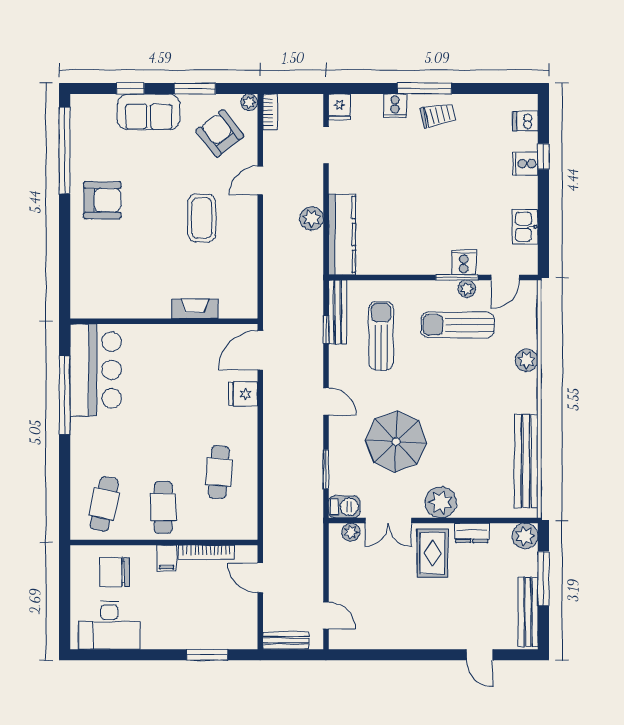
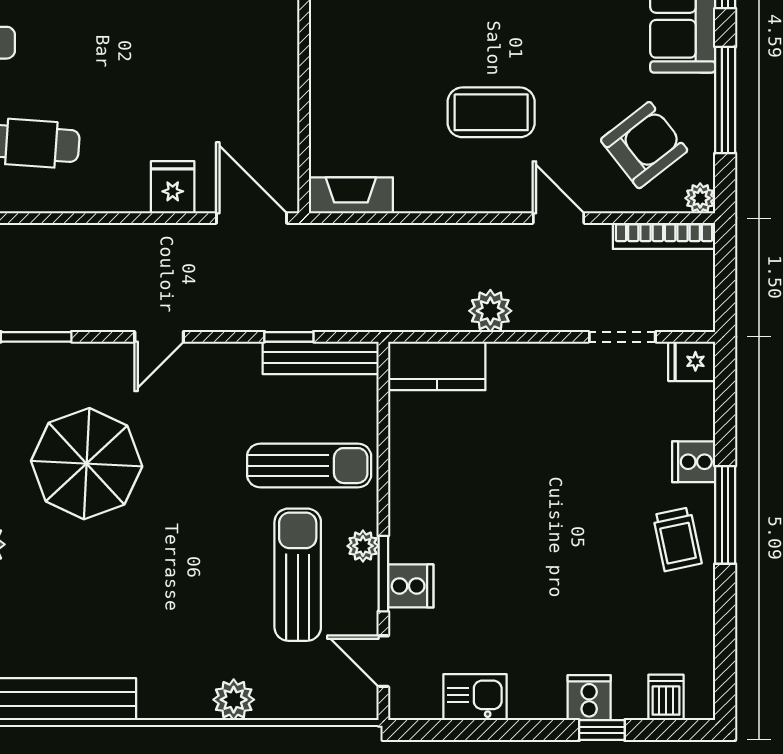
window: (195, 88) -> (725, 100), width x1.44
bookcase: (270, 112) -> (664, 236), width x1.56
kitchen counter: (342, 234) -> (437, 366), width x0.67
plant: (467, 289) -> (363, 546), moved
fireplace: (195, 309) -> (351, 195), moved, turned -90
sun lounger: (381, 336) -> (309, 466), moved

